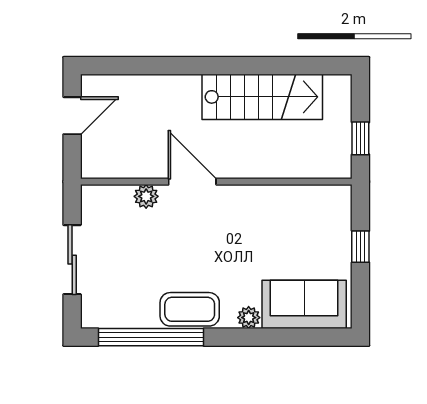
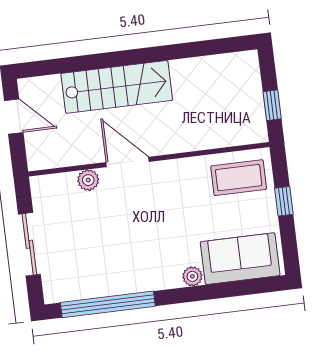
stairs: (262, 97) -> (117, 87), moved
door: (72, 116) -> (14, 117), hinge flipped
coffee table: (190, 309) -> (239, 178), moved

